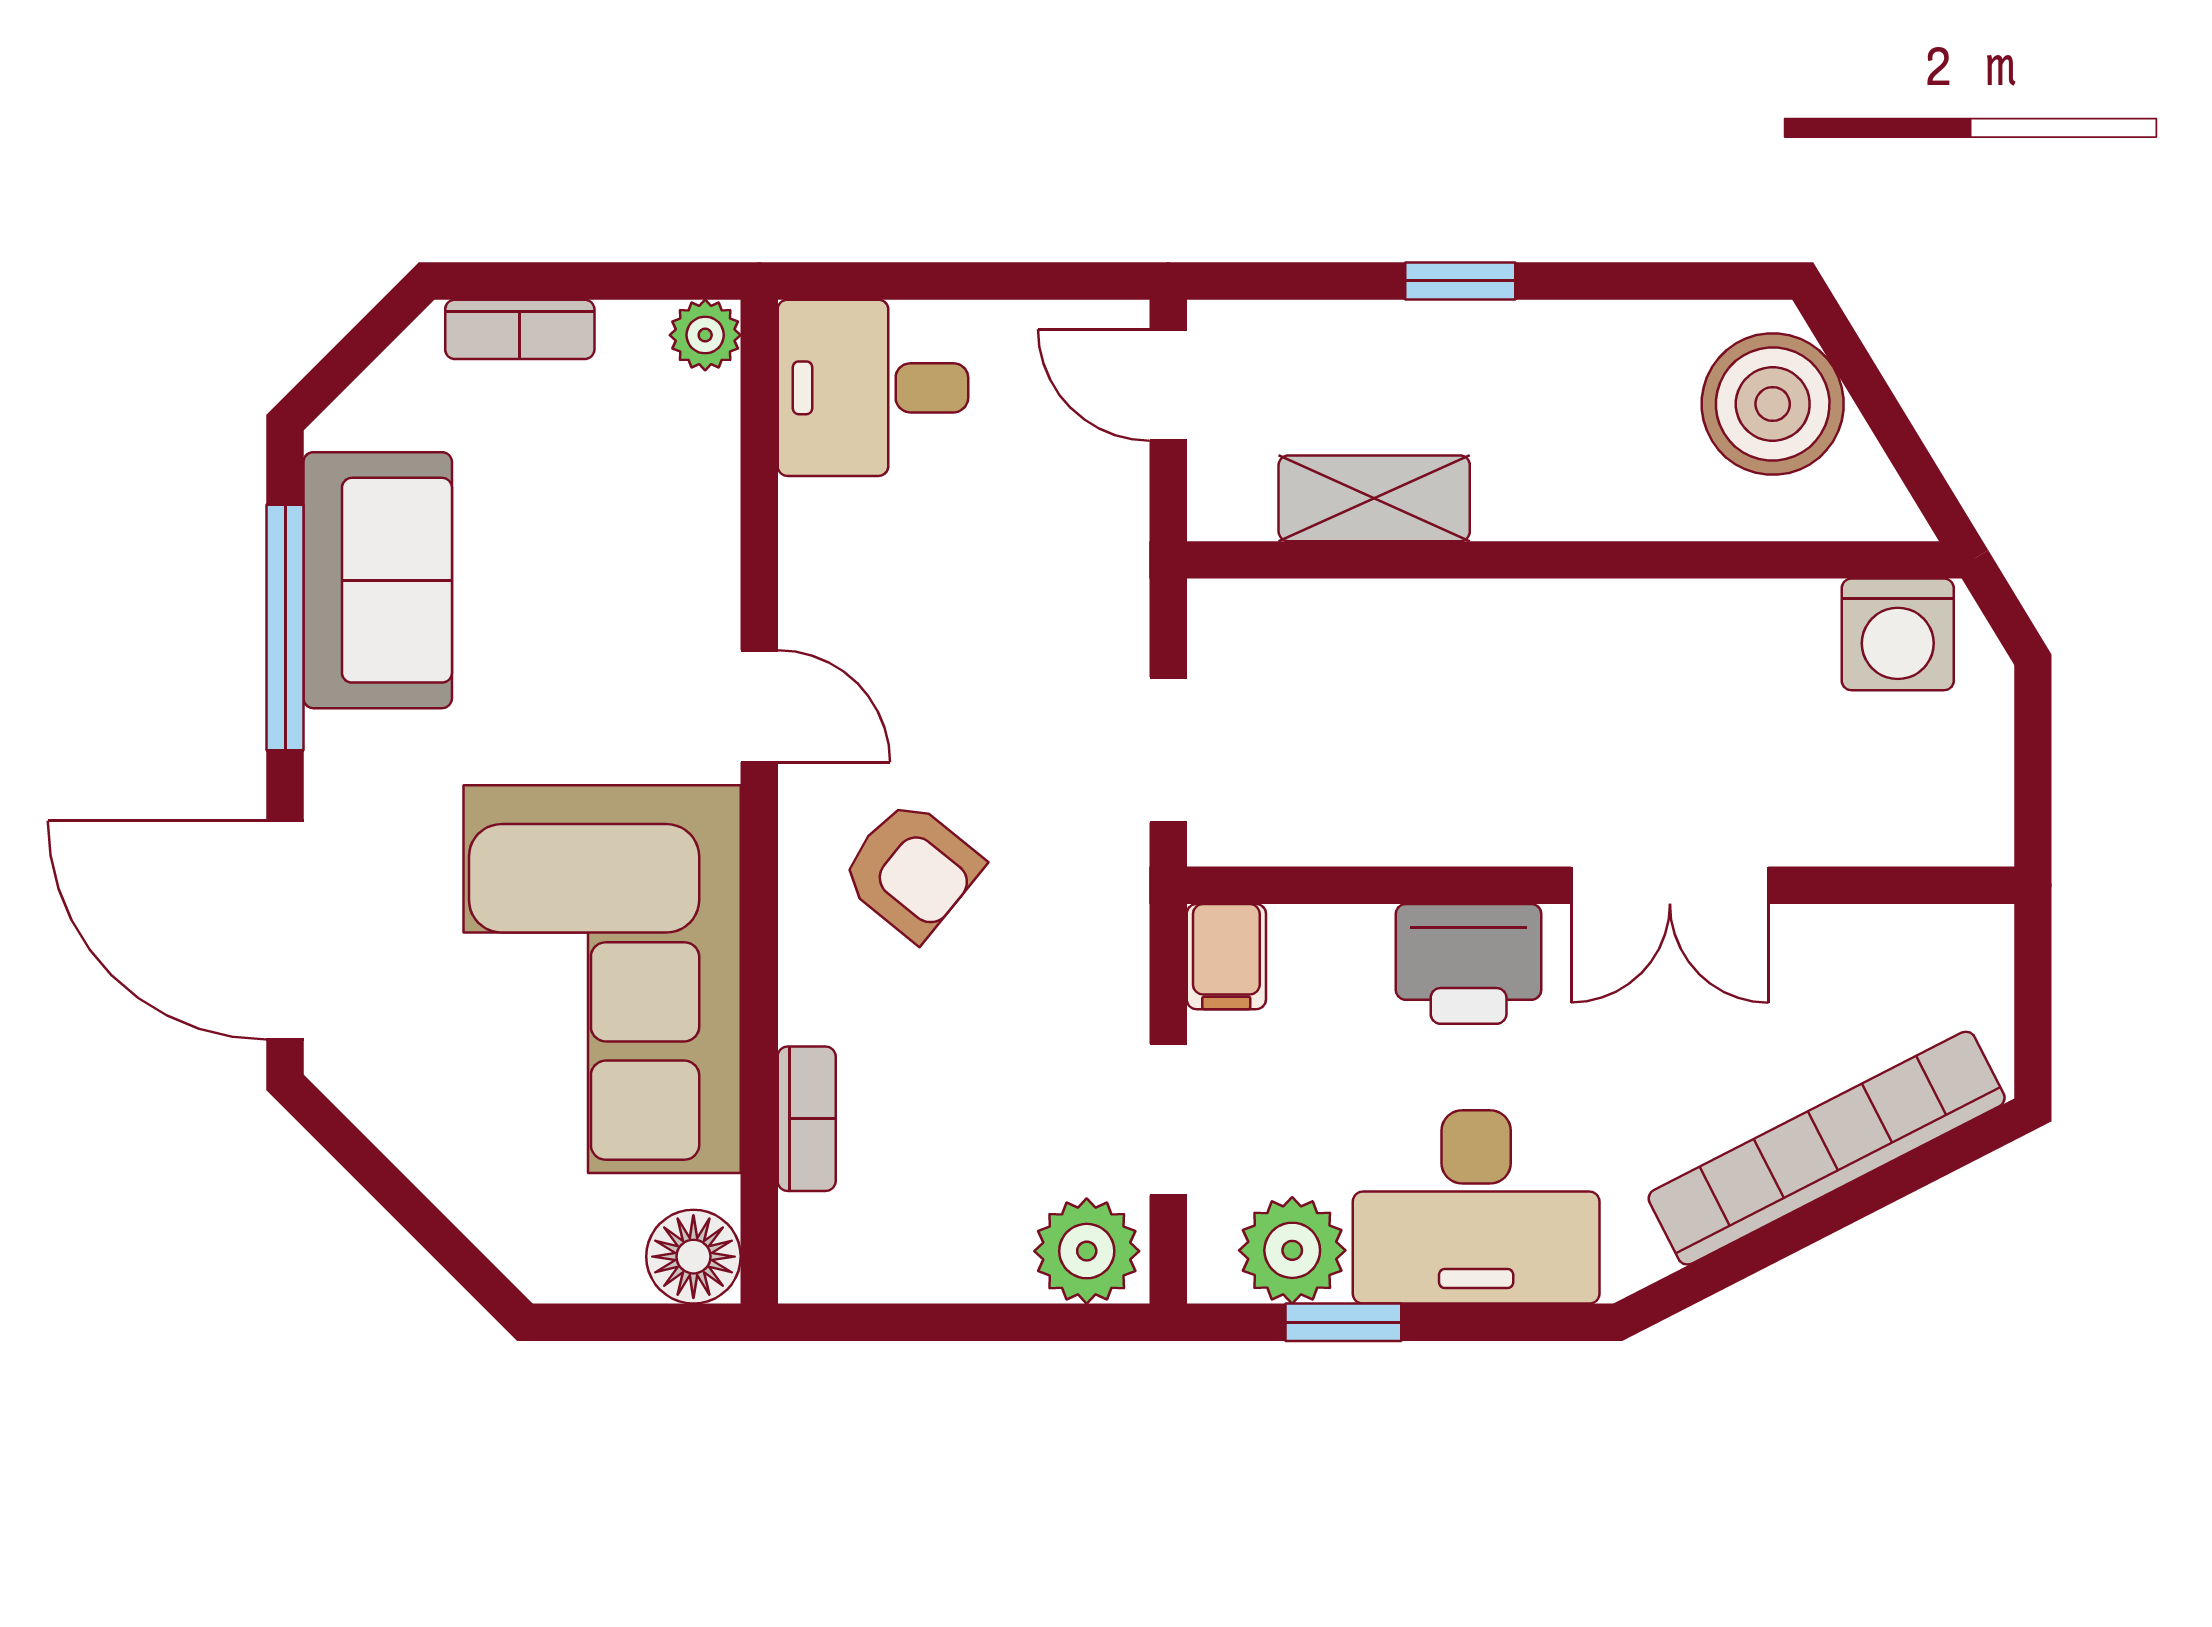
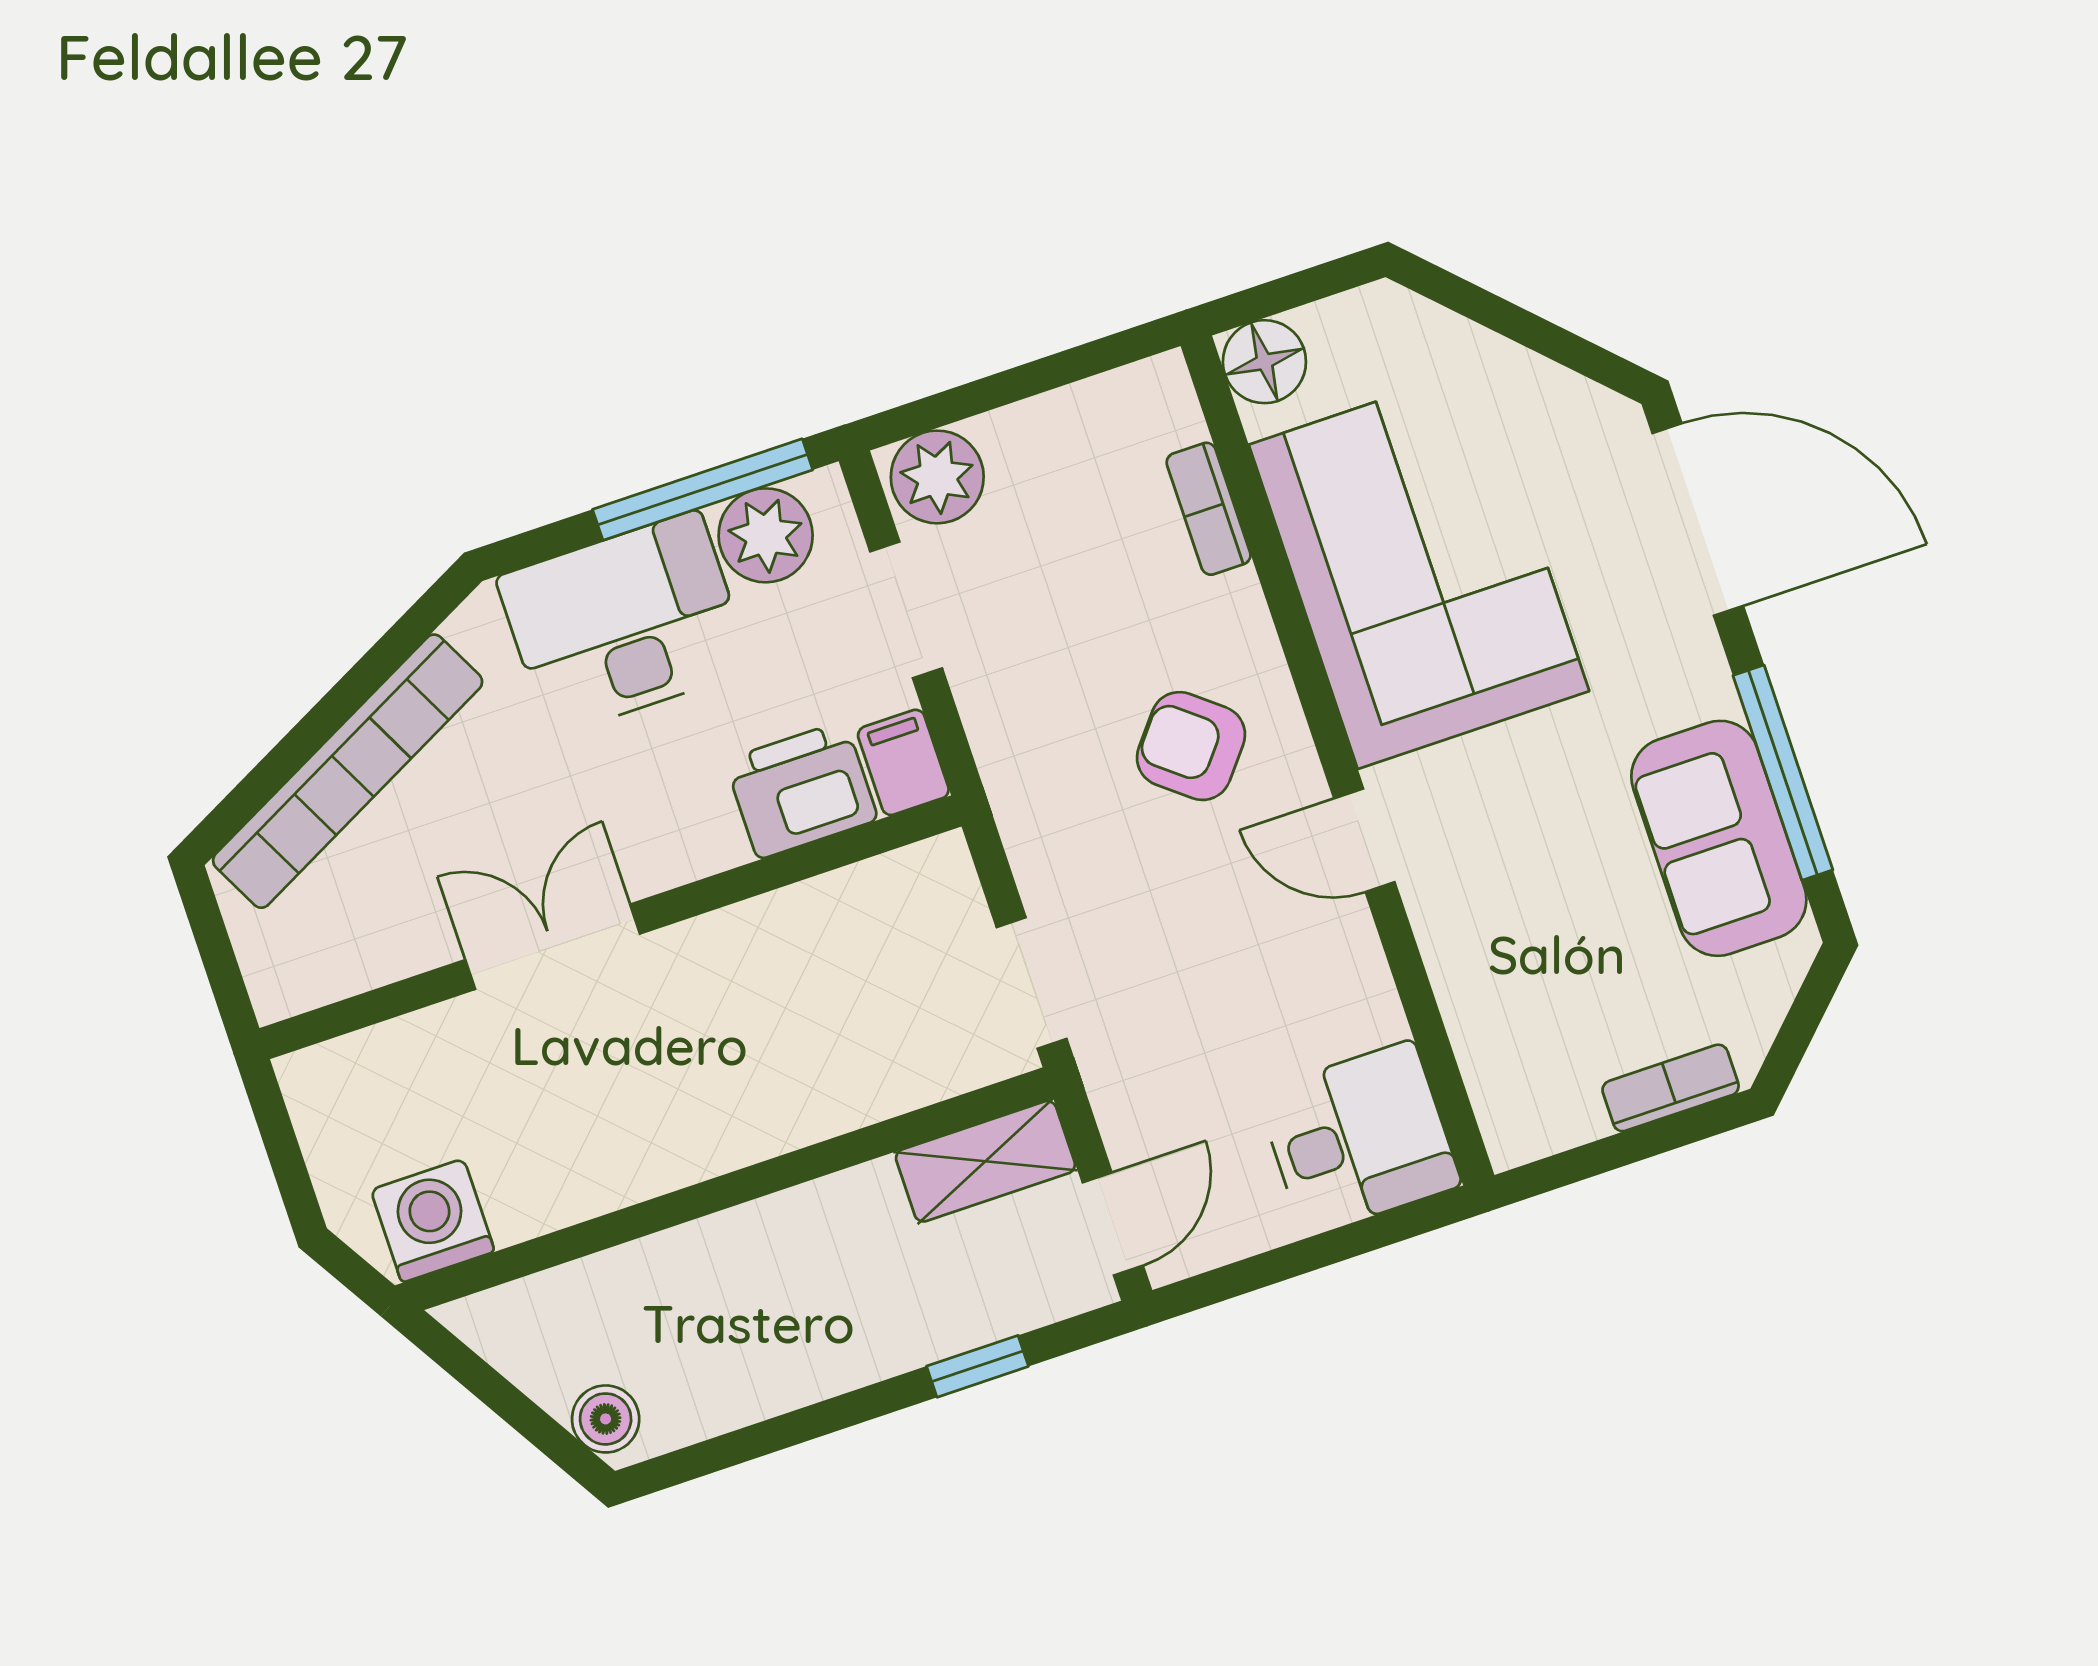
window: (1460, 281) -> (977, 1366), moved
plant: (705, 335) -> (1514, 1135), removed
door: (1168, 385) -> (1113, 1224), hinge flipped
boiler: (1773, 404) -> (606, 1419), width x0.54, depth x0.54
shelving: (1374, 498) -> (985, 1161), moved
doorway: (1168, 750) -> (1032, 983), moved
printer: (1469, 964) -> (801, 790), moved
window: (1343, 1322) -> (703, 490), width x2.17

